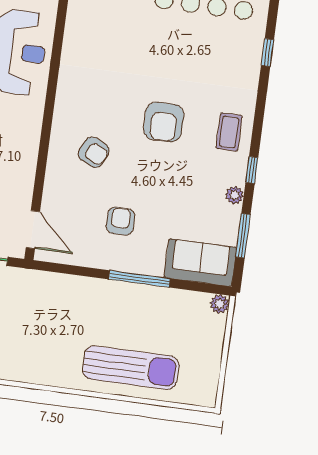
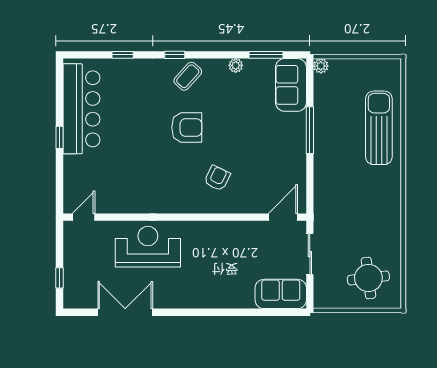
coffee table: (229, 132) -> (188, 76), turned -48
window: (252, 170) -> (175, 55), moved
armchair: (120, 221) -> (267, 151), removed

